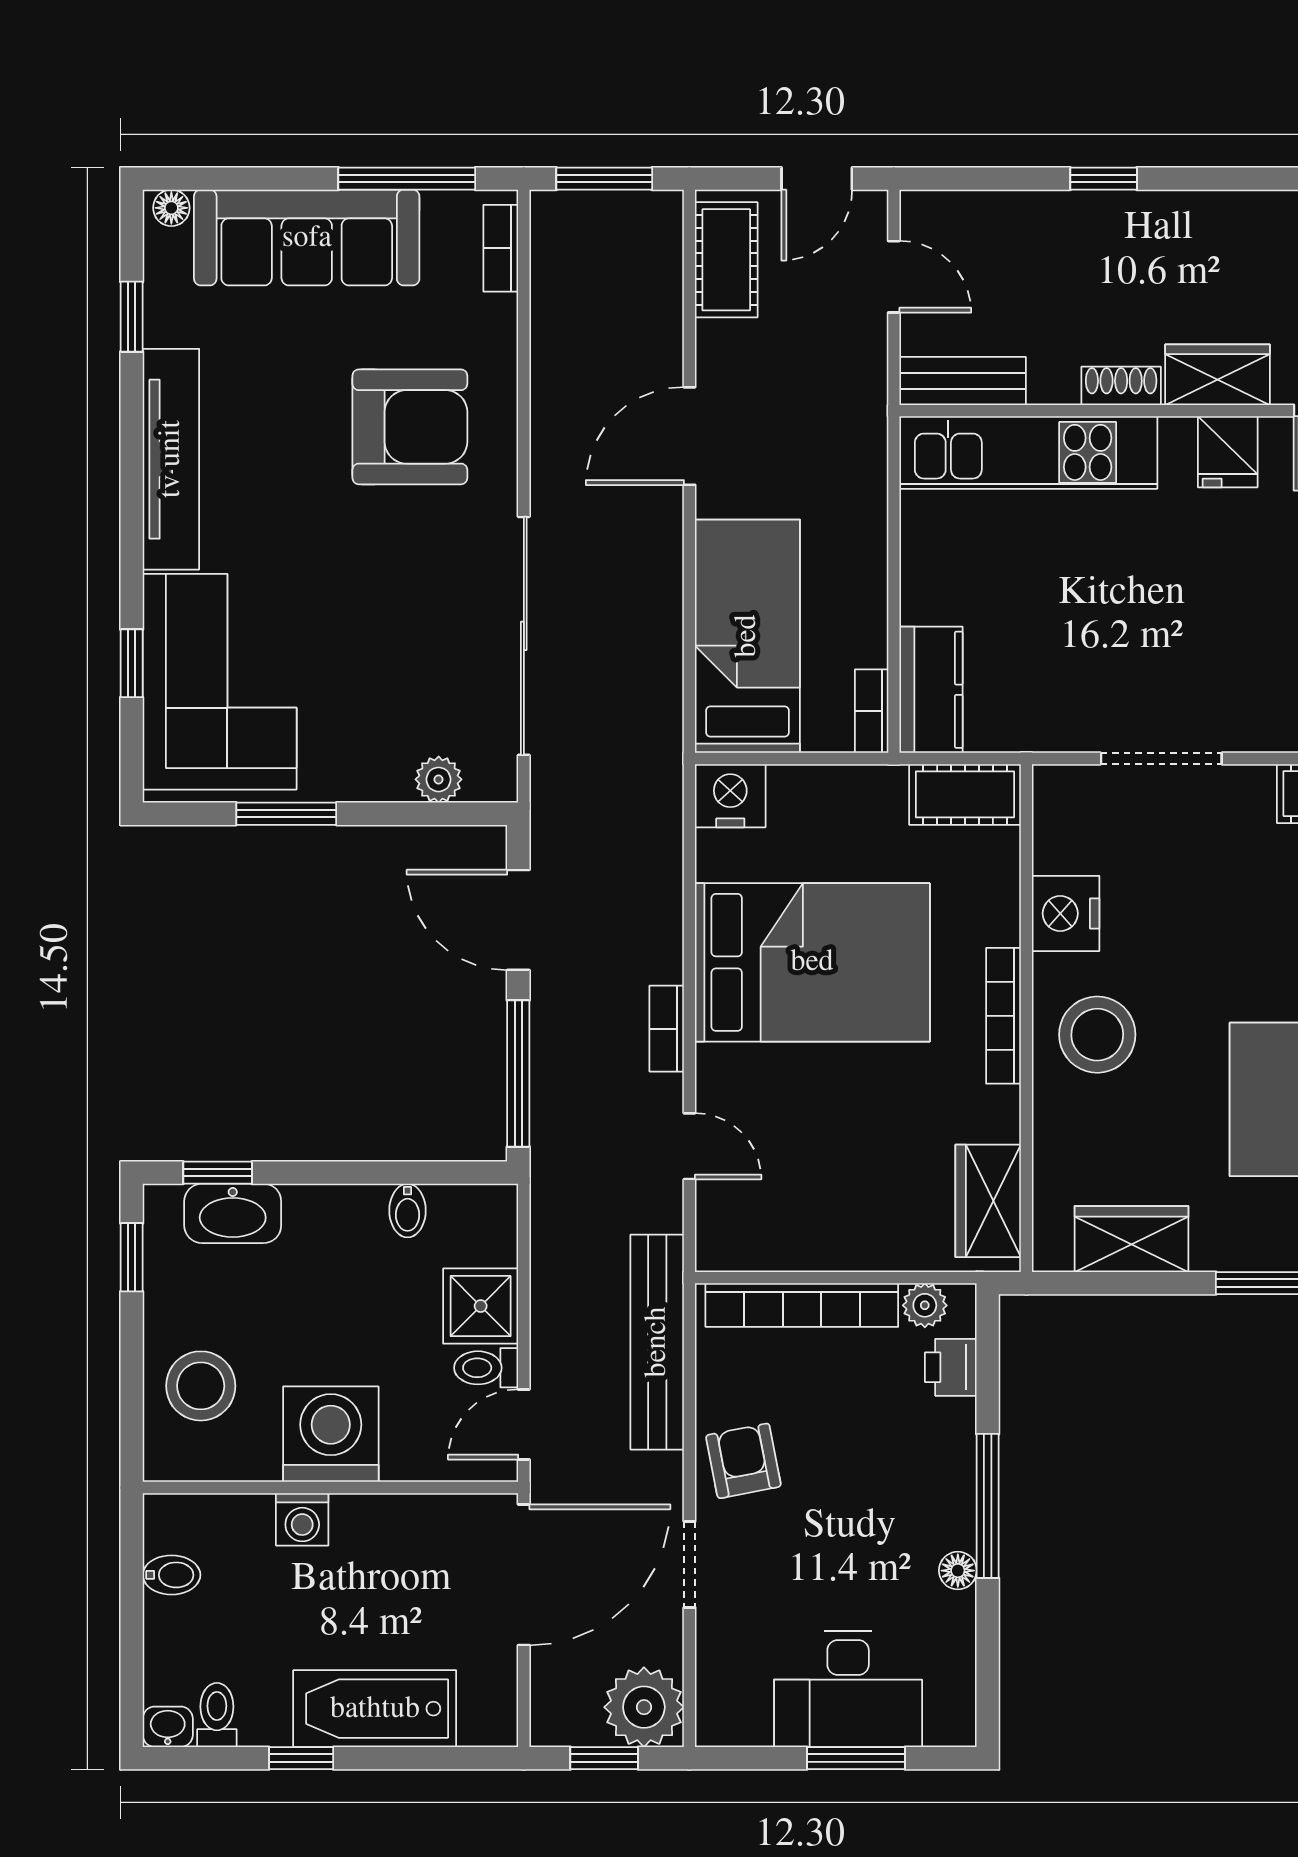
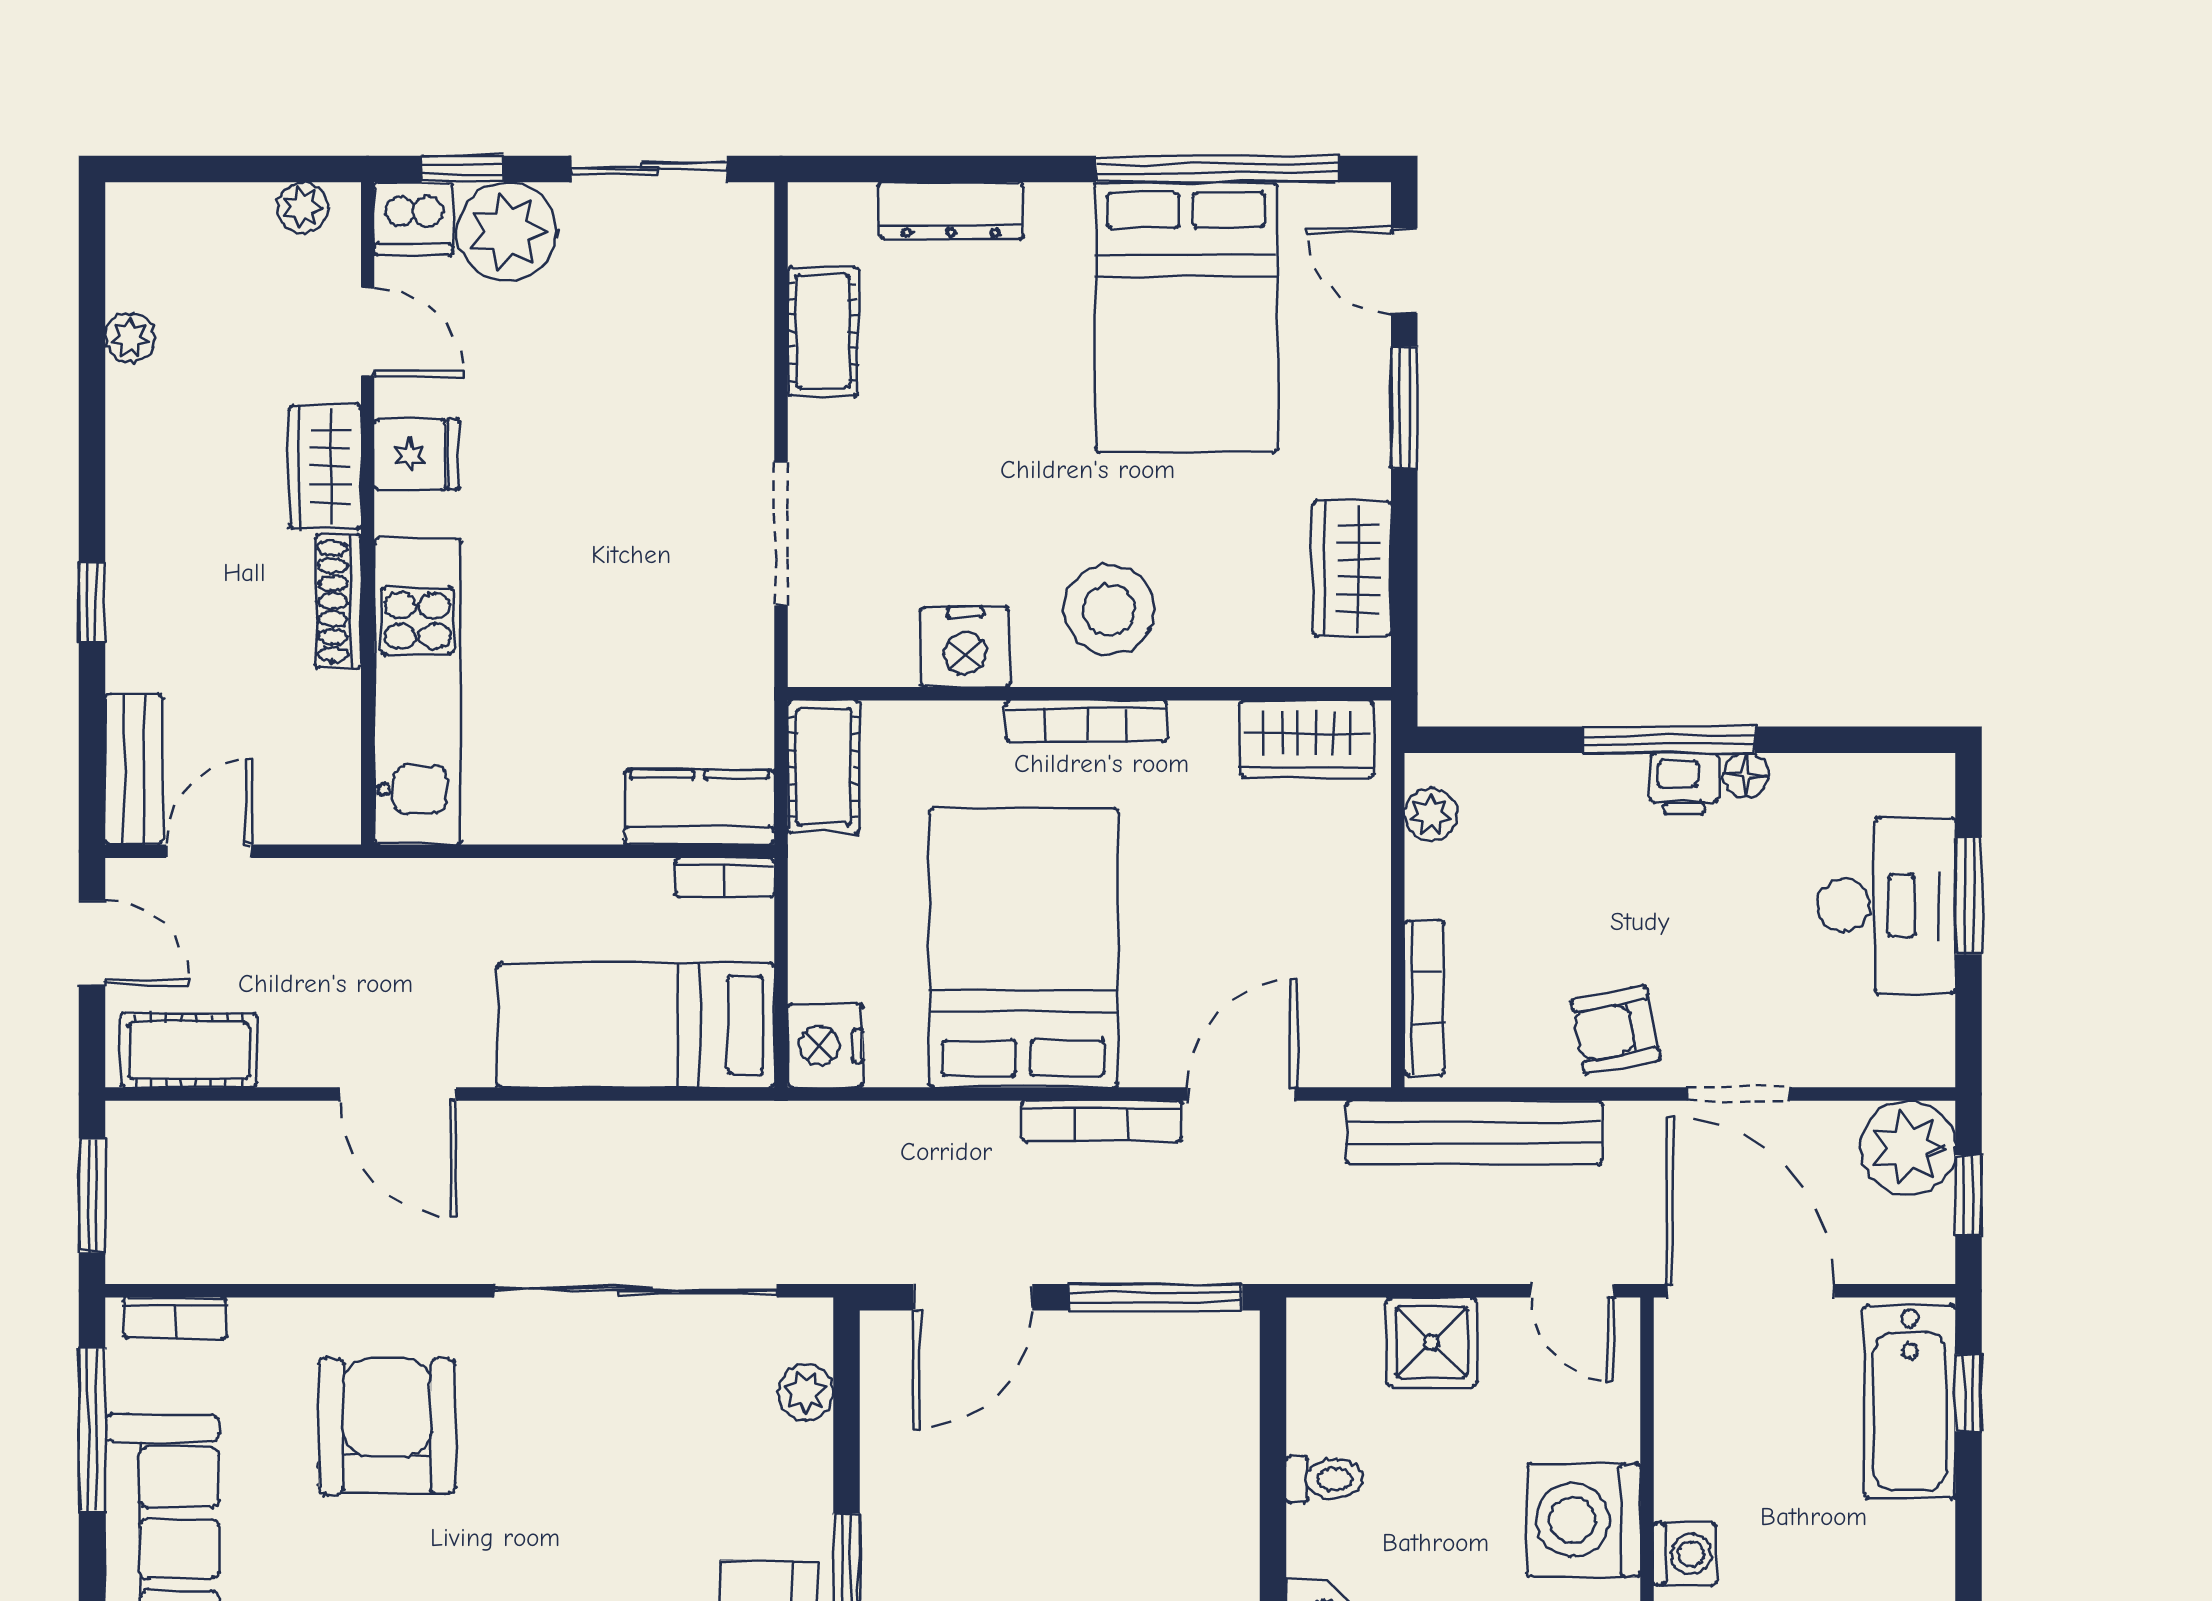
bench: (963, 381) -> (134, 770), moved
shoe rack: (1121, 386) -> (338, 601), width x1.43
bookcase: (667, 1029) -> (1102, 1121), width x1.56
door: (689, 1146) -> (1242, 1094), width x1.38
bidet: (408, 1211) -> (1318, 1429), removed
bookcase: (802, 1305) -> (1424, 998), width x0.68, depth x0.76
printer: (951, 1367) -> (1684, 784), moved
toilet: (486, 1368) -> (1324, 1479), moved, turned -90
bathtub: (375, 1709) -> (1910, 1402), moved
window: (301, 1758) -> (1968, 1393), moved

